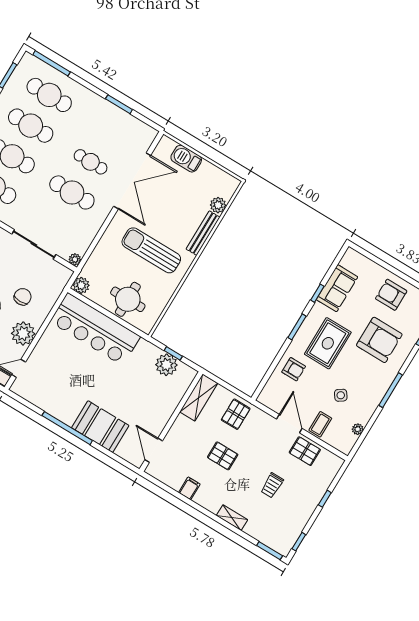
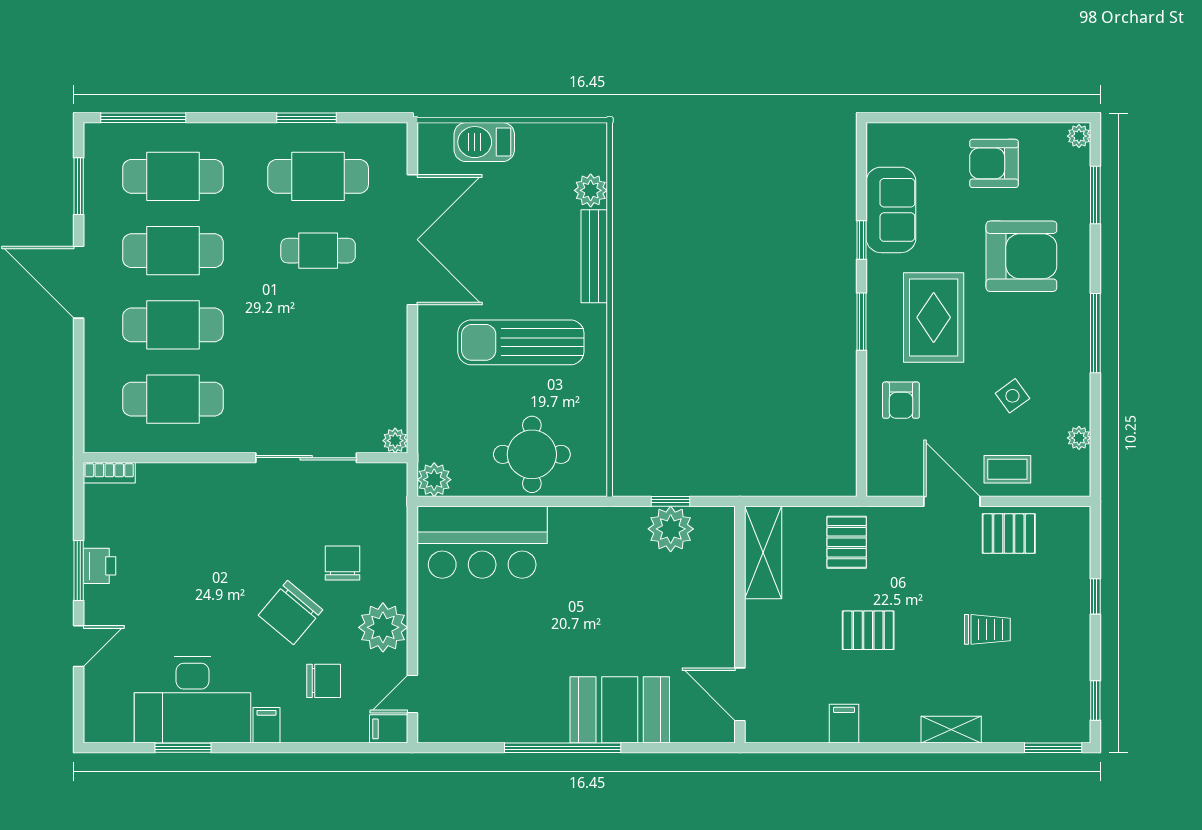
cafe table: (72, 192) -> (318, 176), moved
bar counter: (95, 329) -> (482, 542), width x0.73
armchair: (294, 369) -> (901, 400), turned 90
coffee table: (320, 424) -> (1007, 469), turned 90
trolley: (272, 485) -> (987, 629), turned -90

